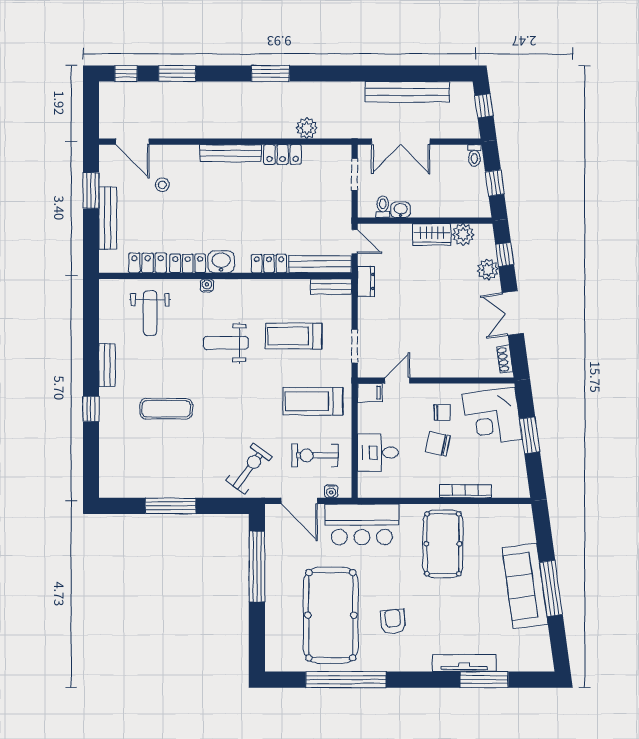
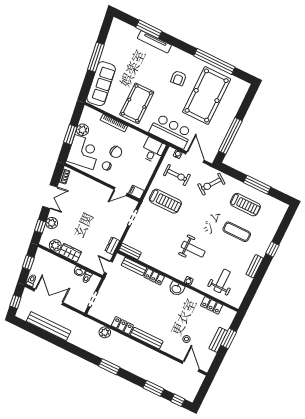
double door: (401, 142) -> (49, 297), moved
window: (91, 191) -> (229, 339), moved
bench: (108, 218) -> (218, 340), width x0.73
locker: (188, 263) -> (193, 296), removed
bench: (320, 264) -> (134, 267), width x0.73
treadmill: (294, 336) -> (245, 205), moved
desk: (378, 453) -> (153, 150), moved, turned -90
plant: (513, 454) -> (83, 130), added
sofa: (525, 586) -> (101, 84), moved

